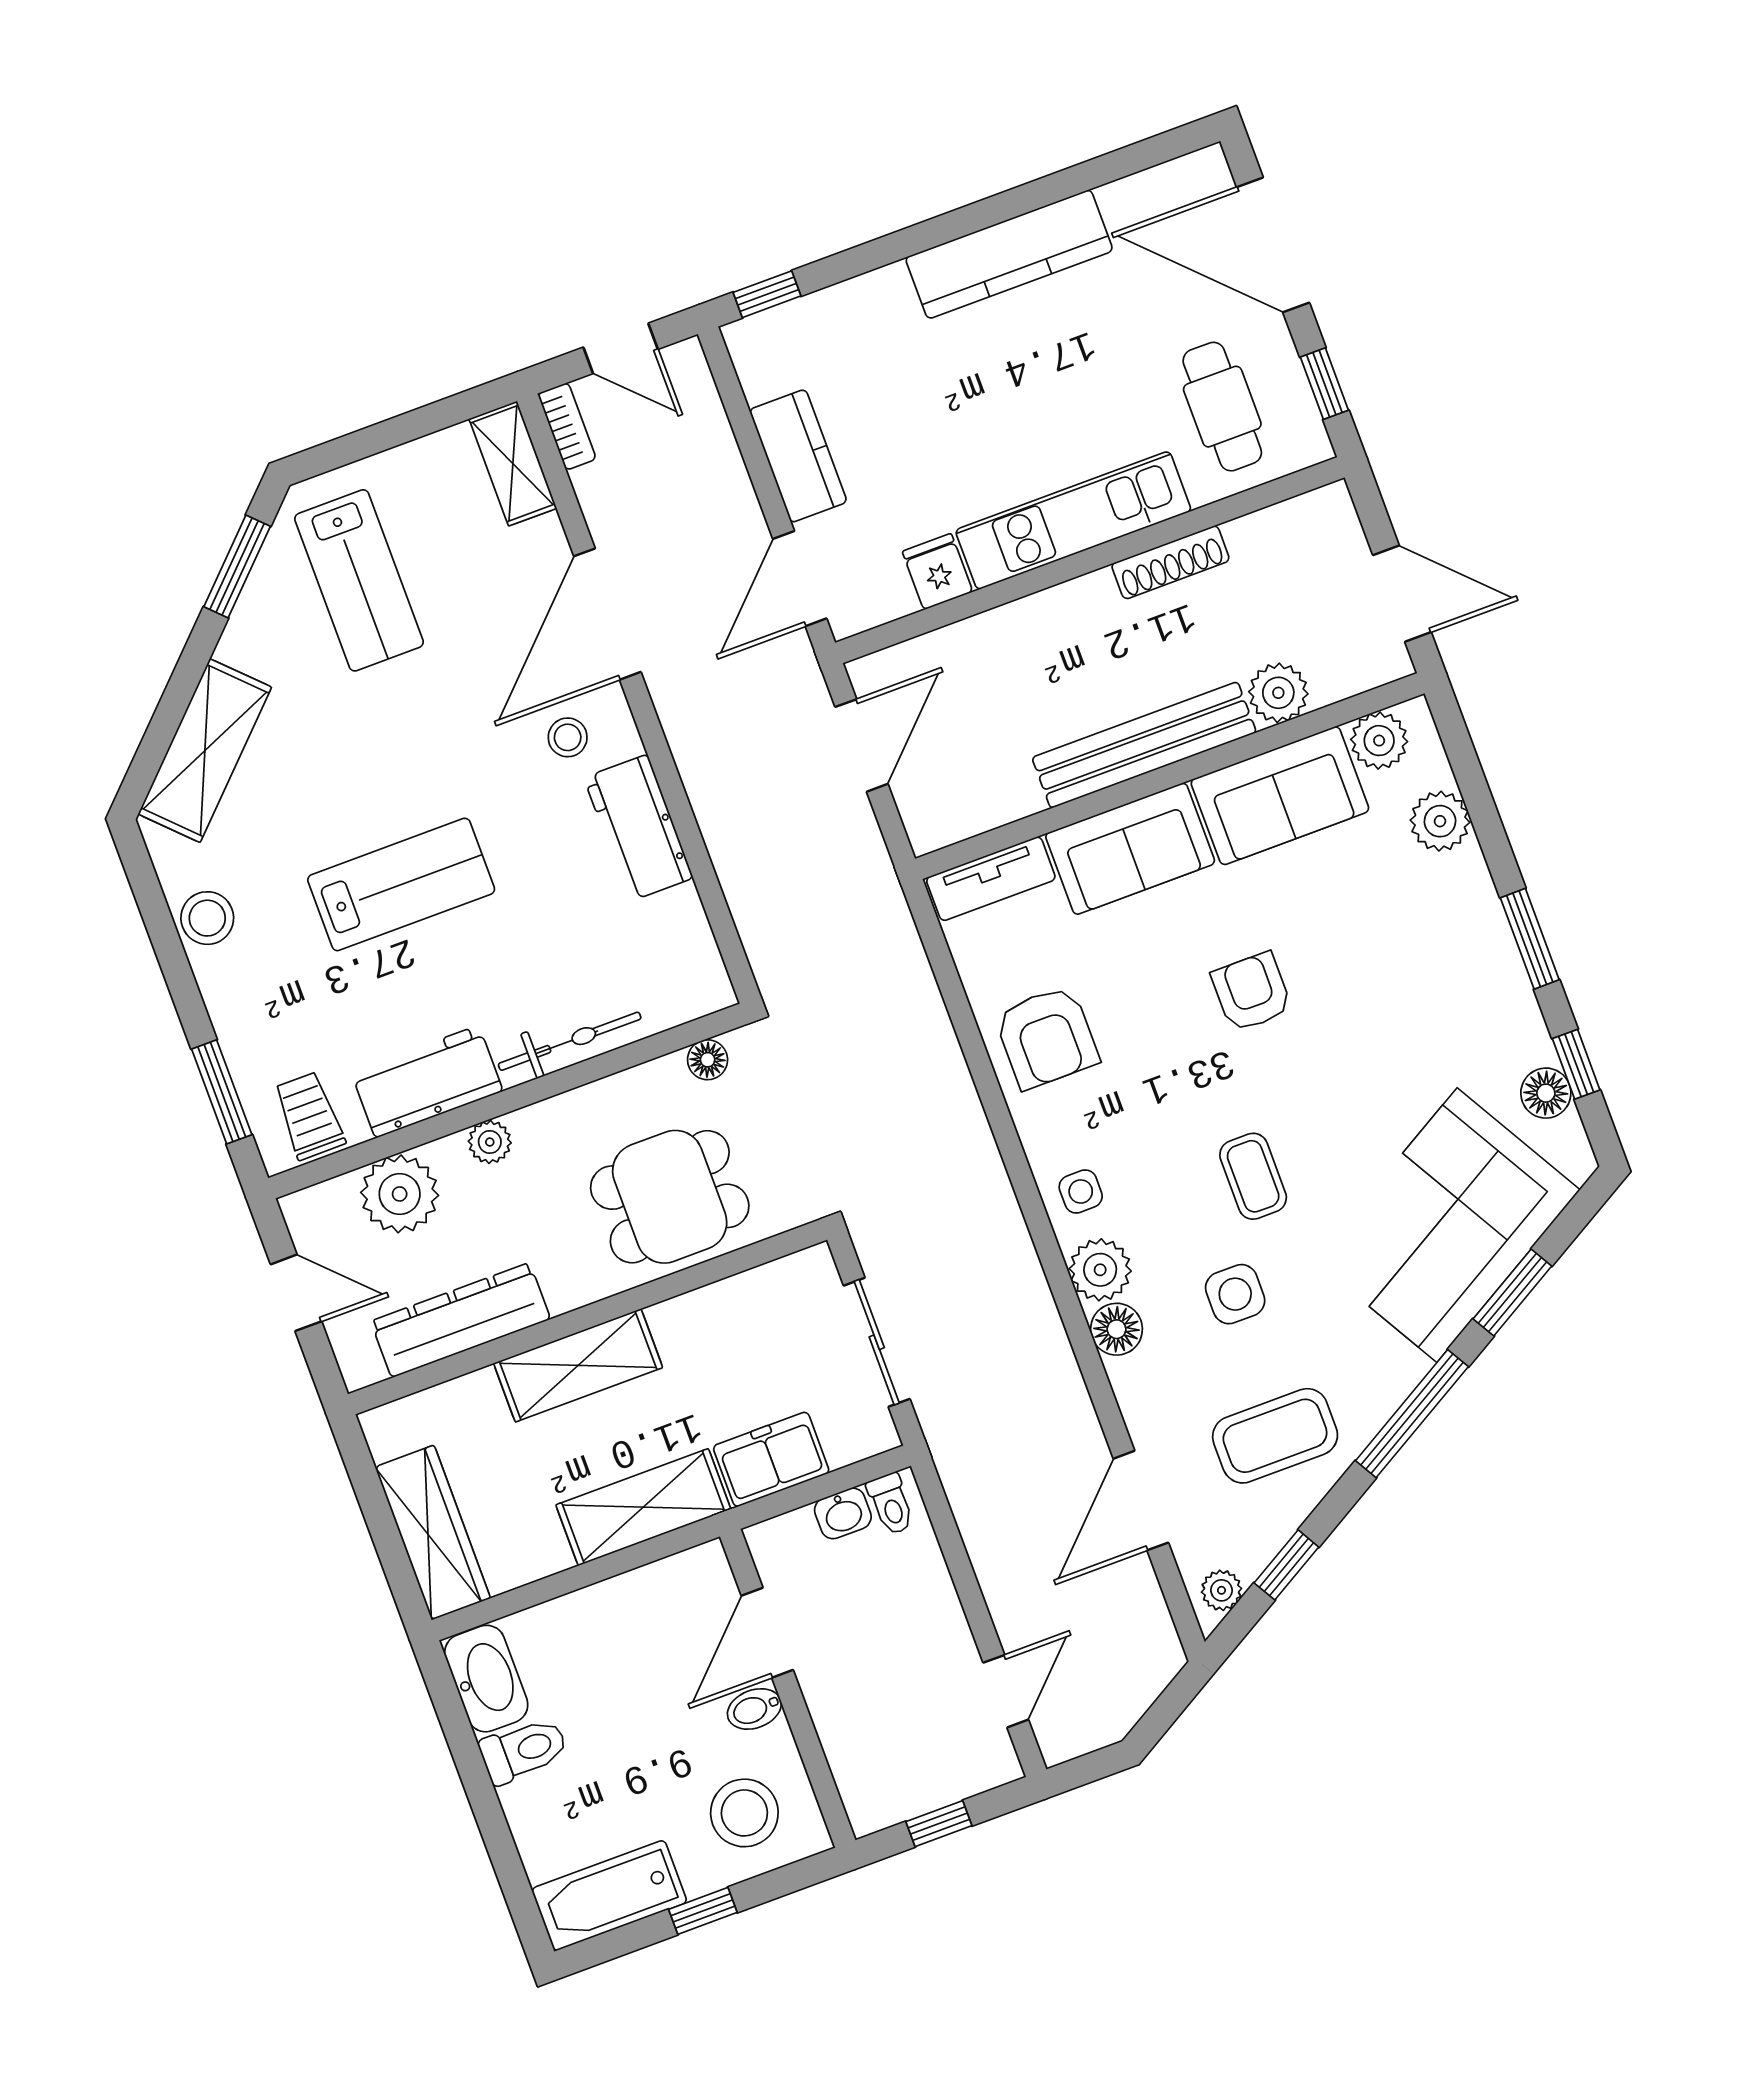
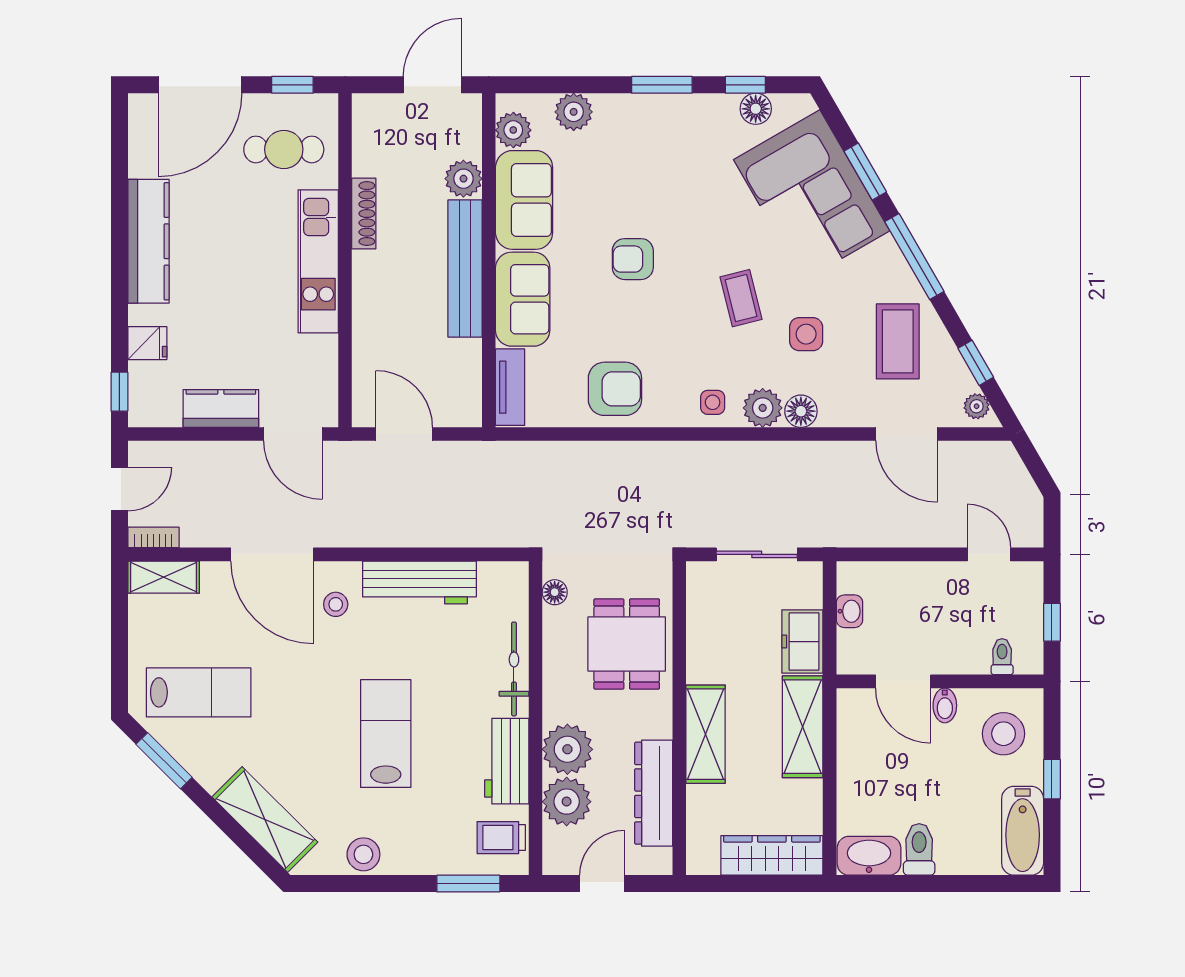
fridge: (938, 572) -> (147, 343), moved, turned 180
workbench: (639, 828) -> (419, 582), width x1.38
plant: (490, 1142) -> (567, 749), width x1.88, depth x1.88
coffee table: (1253, 1176) -> (741, 298), turned 76
toilet: (891, 1504) -> (1002, 657), moved, turned -90

